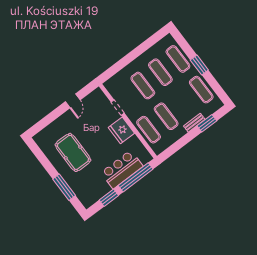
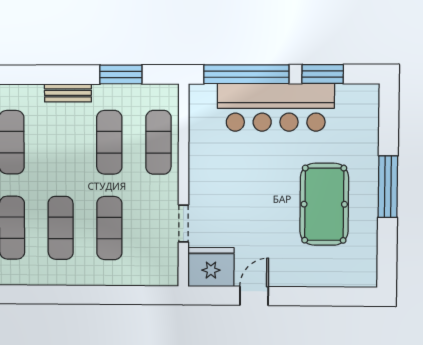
window: (207, 123) -> (121, 74), moved
fridge: (121, 130) -> (211, 267), moved, turned -90
bar counter: (122, 169) -> (276, 107), width x1.36
window: (64, 187) -> (388, 187), moved

